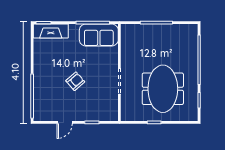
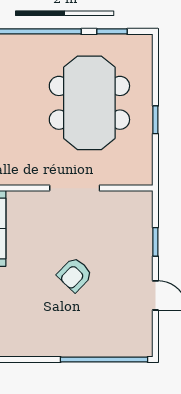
armchair: (75, 81) -> (75, 275), turned -95
meeting table: (163, 89) -> (89, 103), turned 90

